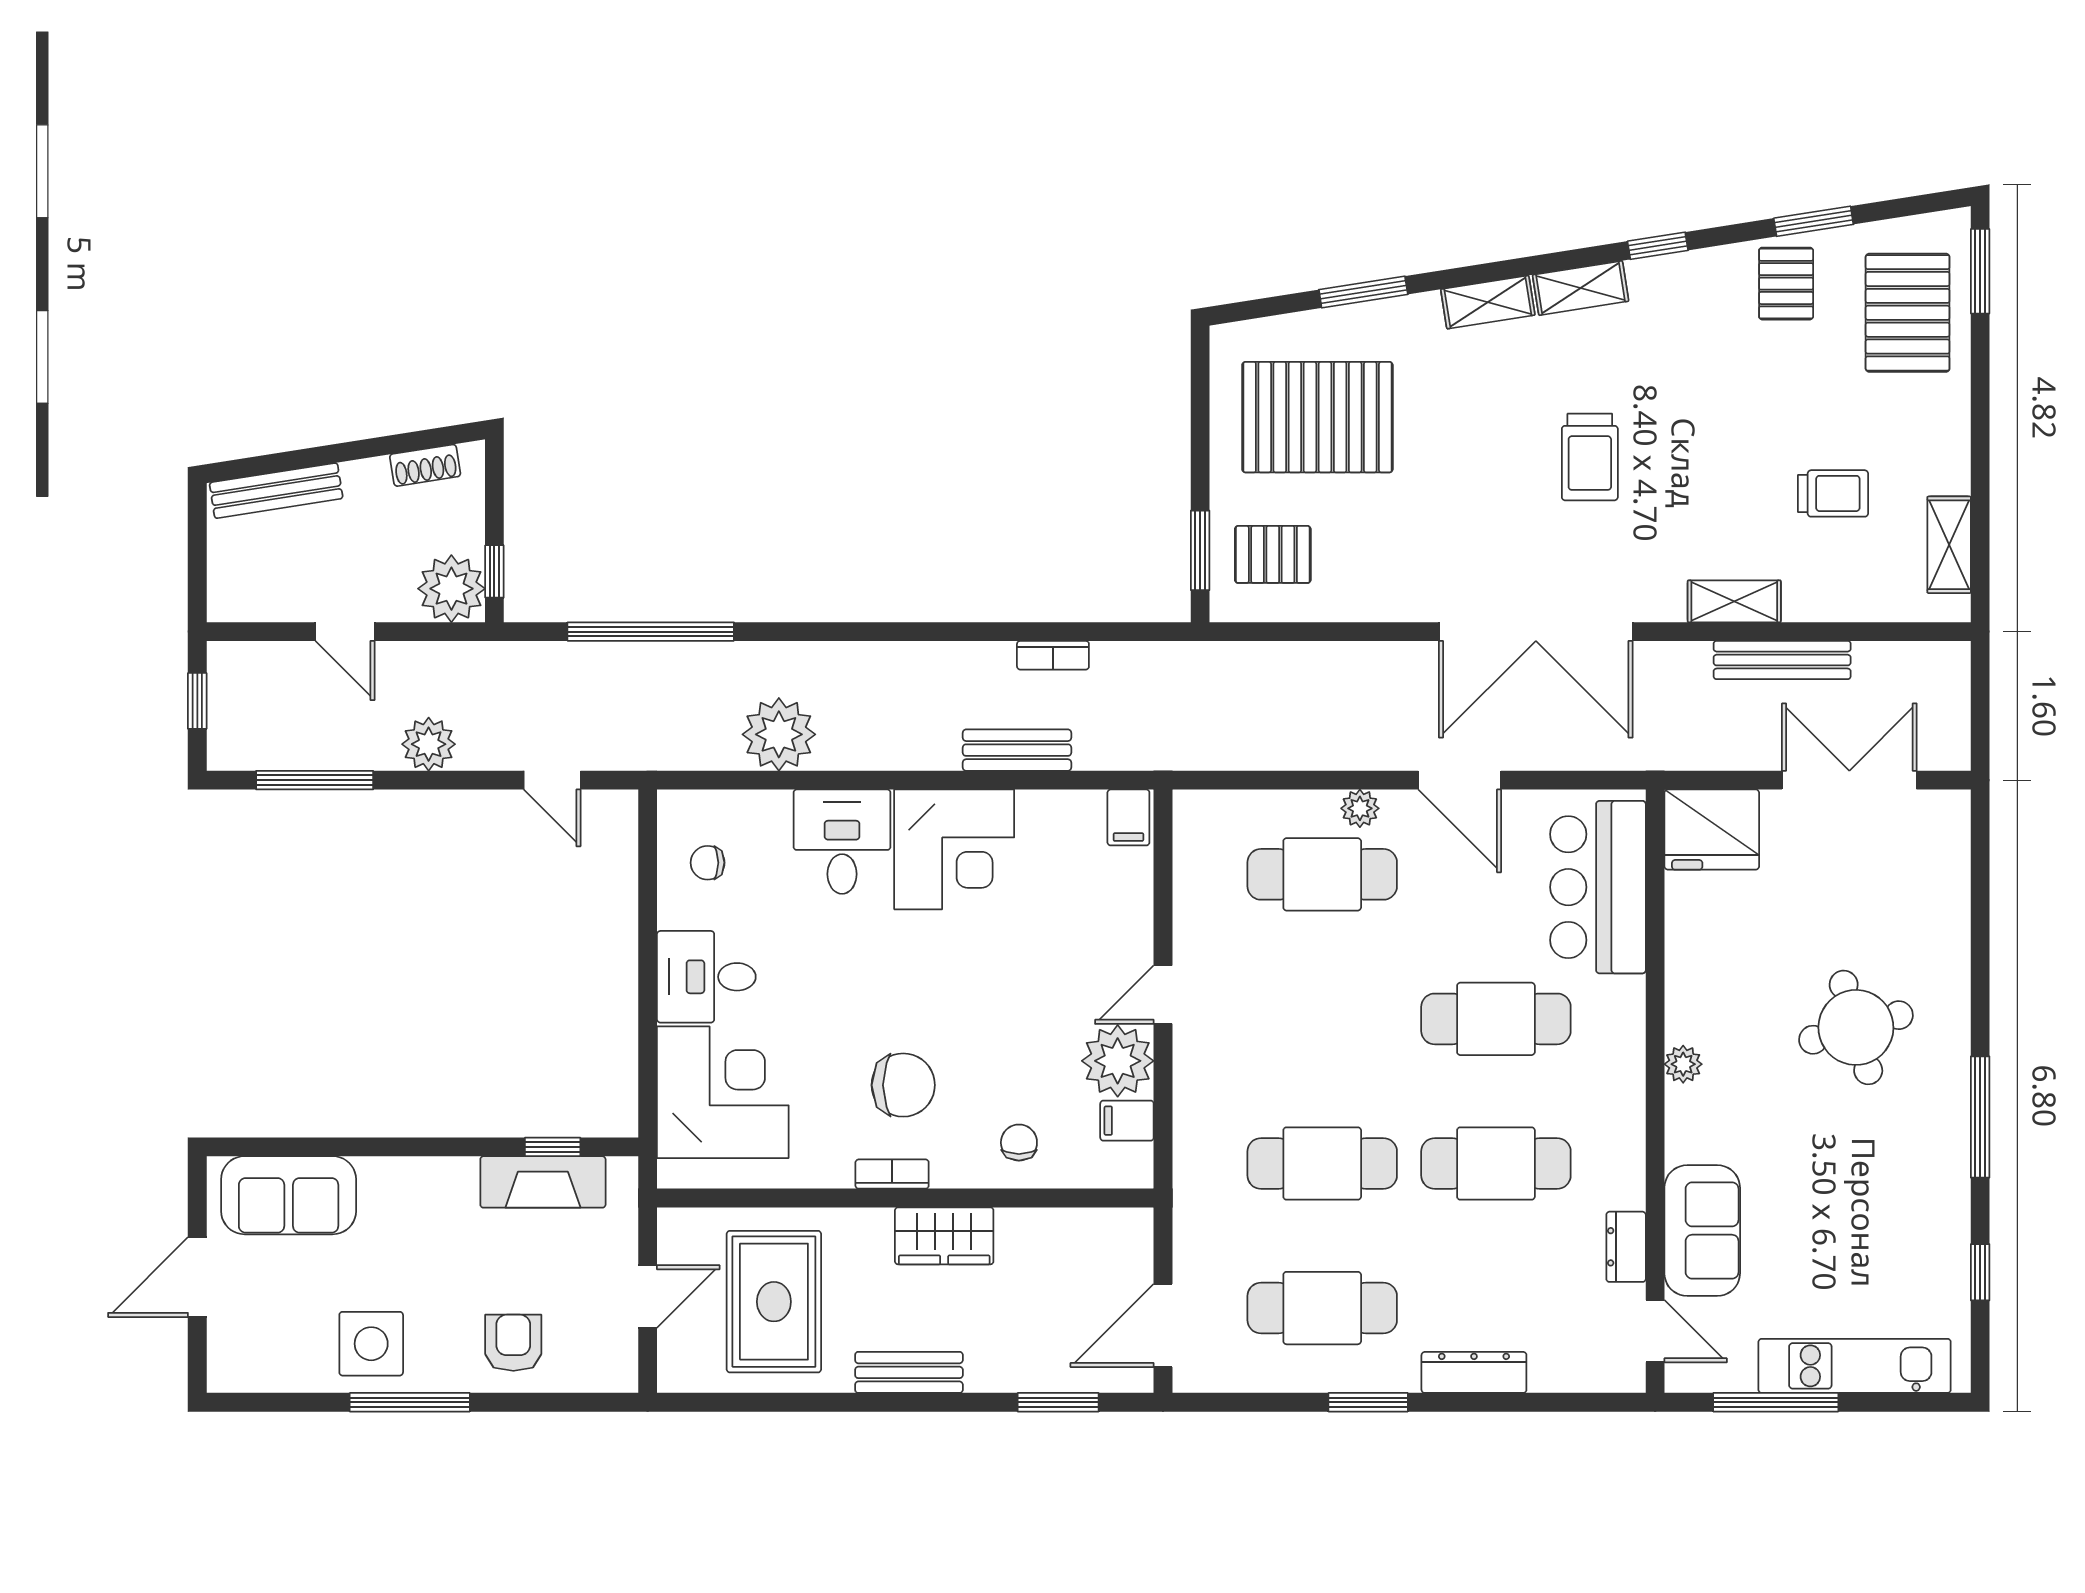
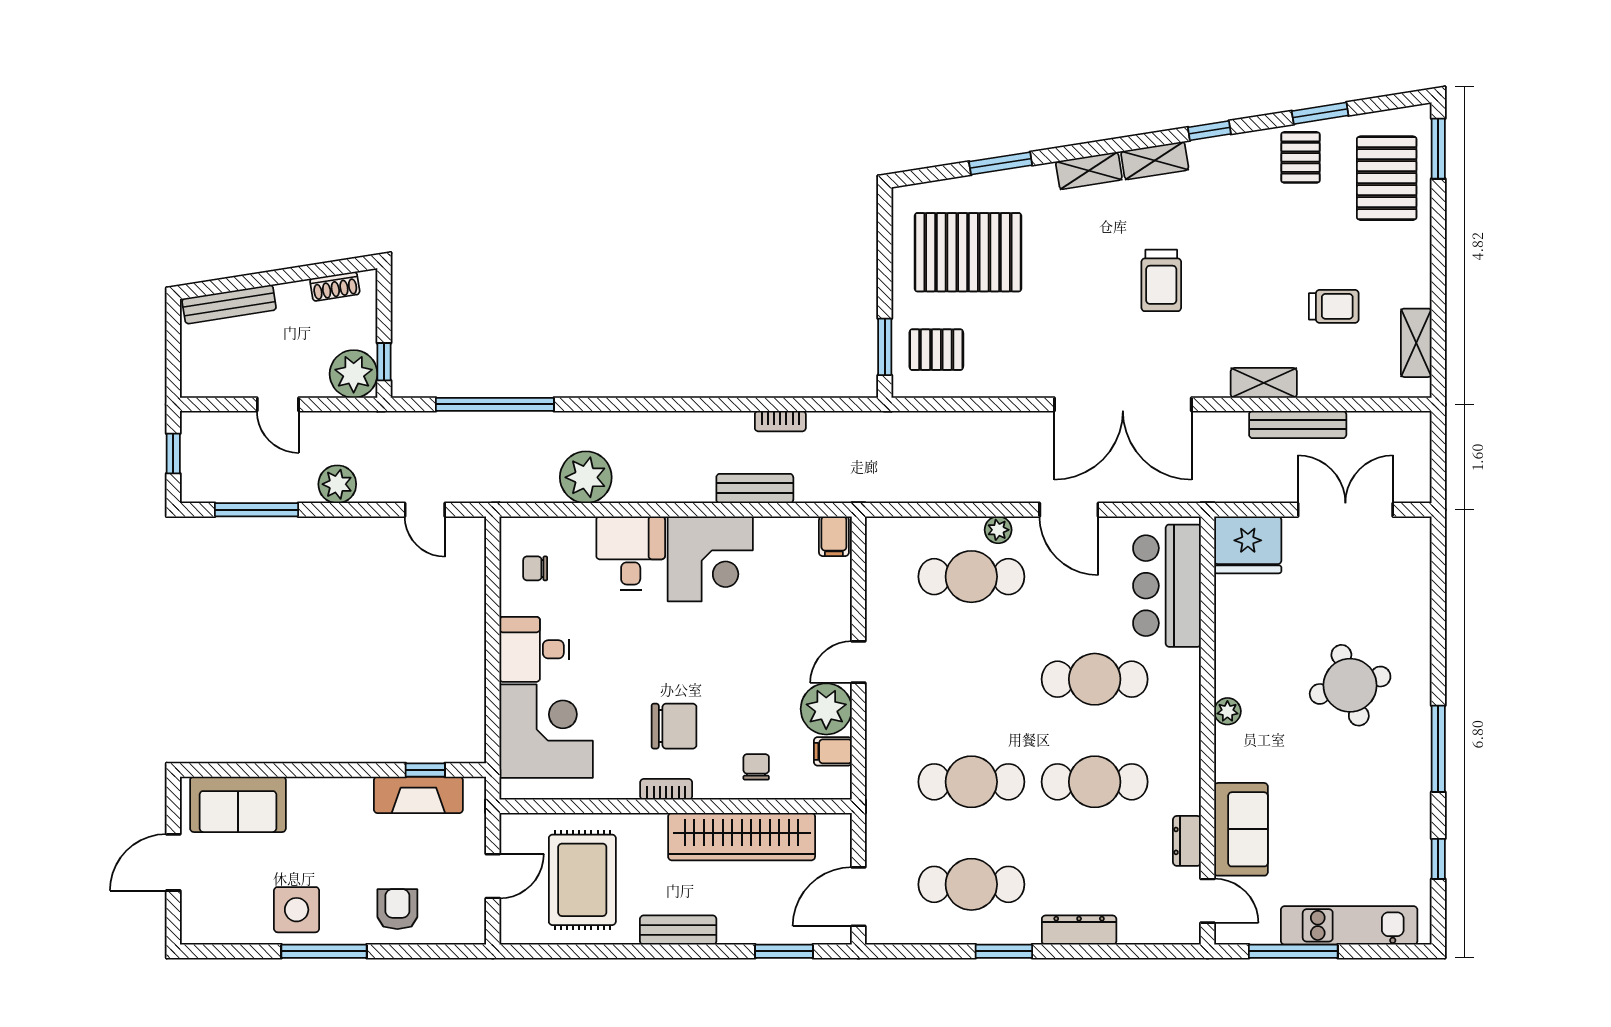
wardrobe: (944, 1236) -> (742, 837), width x2.10, depth x1.17

